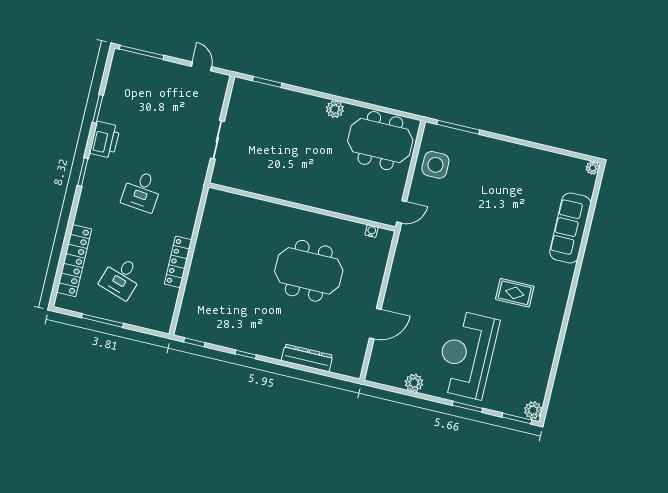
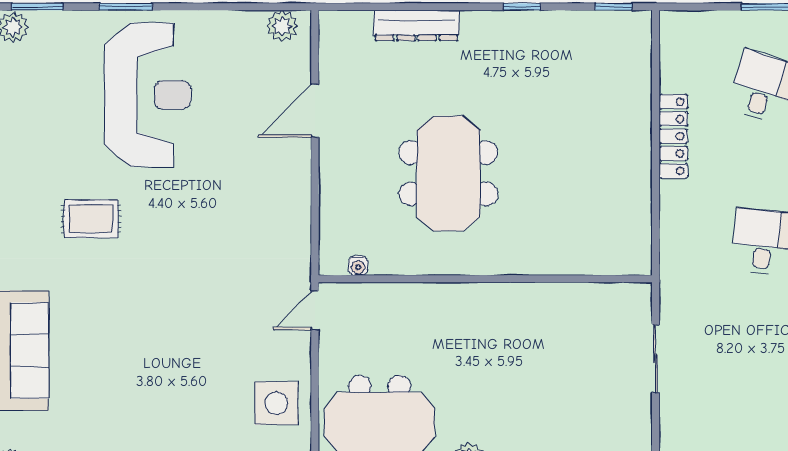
meeting table: (309, 271) -> (448, 173), turned 90
plant: (414, 383) -> (282, 26), moved

